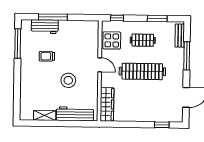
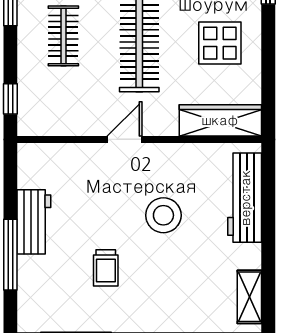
workbench: (45, 27) -> (34, 222), moved
display table: (112, 40) -> (220, 43), moved
shelving: (45, 115) -> (249, 297), moved

